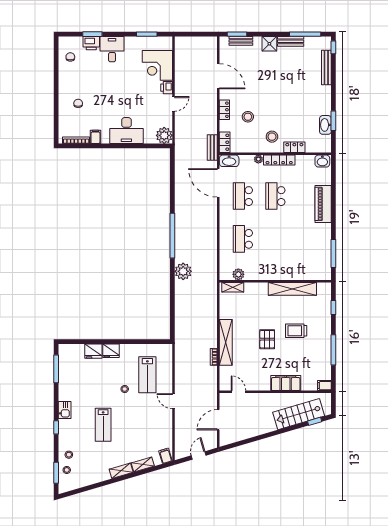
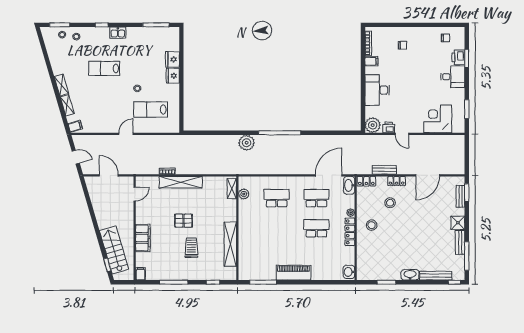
printer: (167, 88) -> (389, 127), moved
washbasin: (325, 125) -> (410, 275), moved
locker: (294, 147) -> (362, 246), removed
bench: (212, 148) -> (384, 170), moved
piano: (323, 204) -> (294, 273), moved

